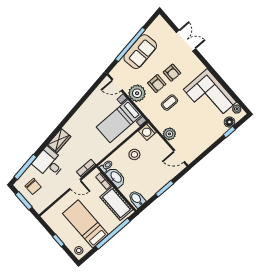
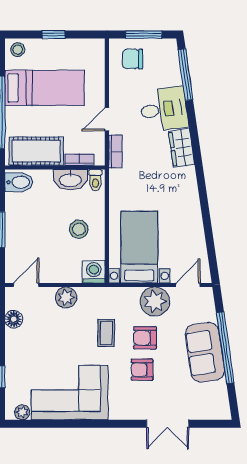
floor lamp: (229, 122) -> (14, 319), moved
chair: (33, 186) -> (133, 59), moved

